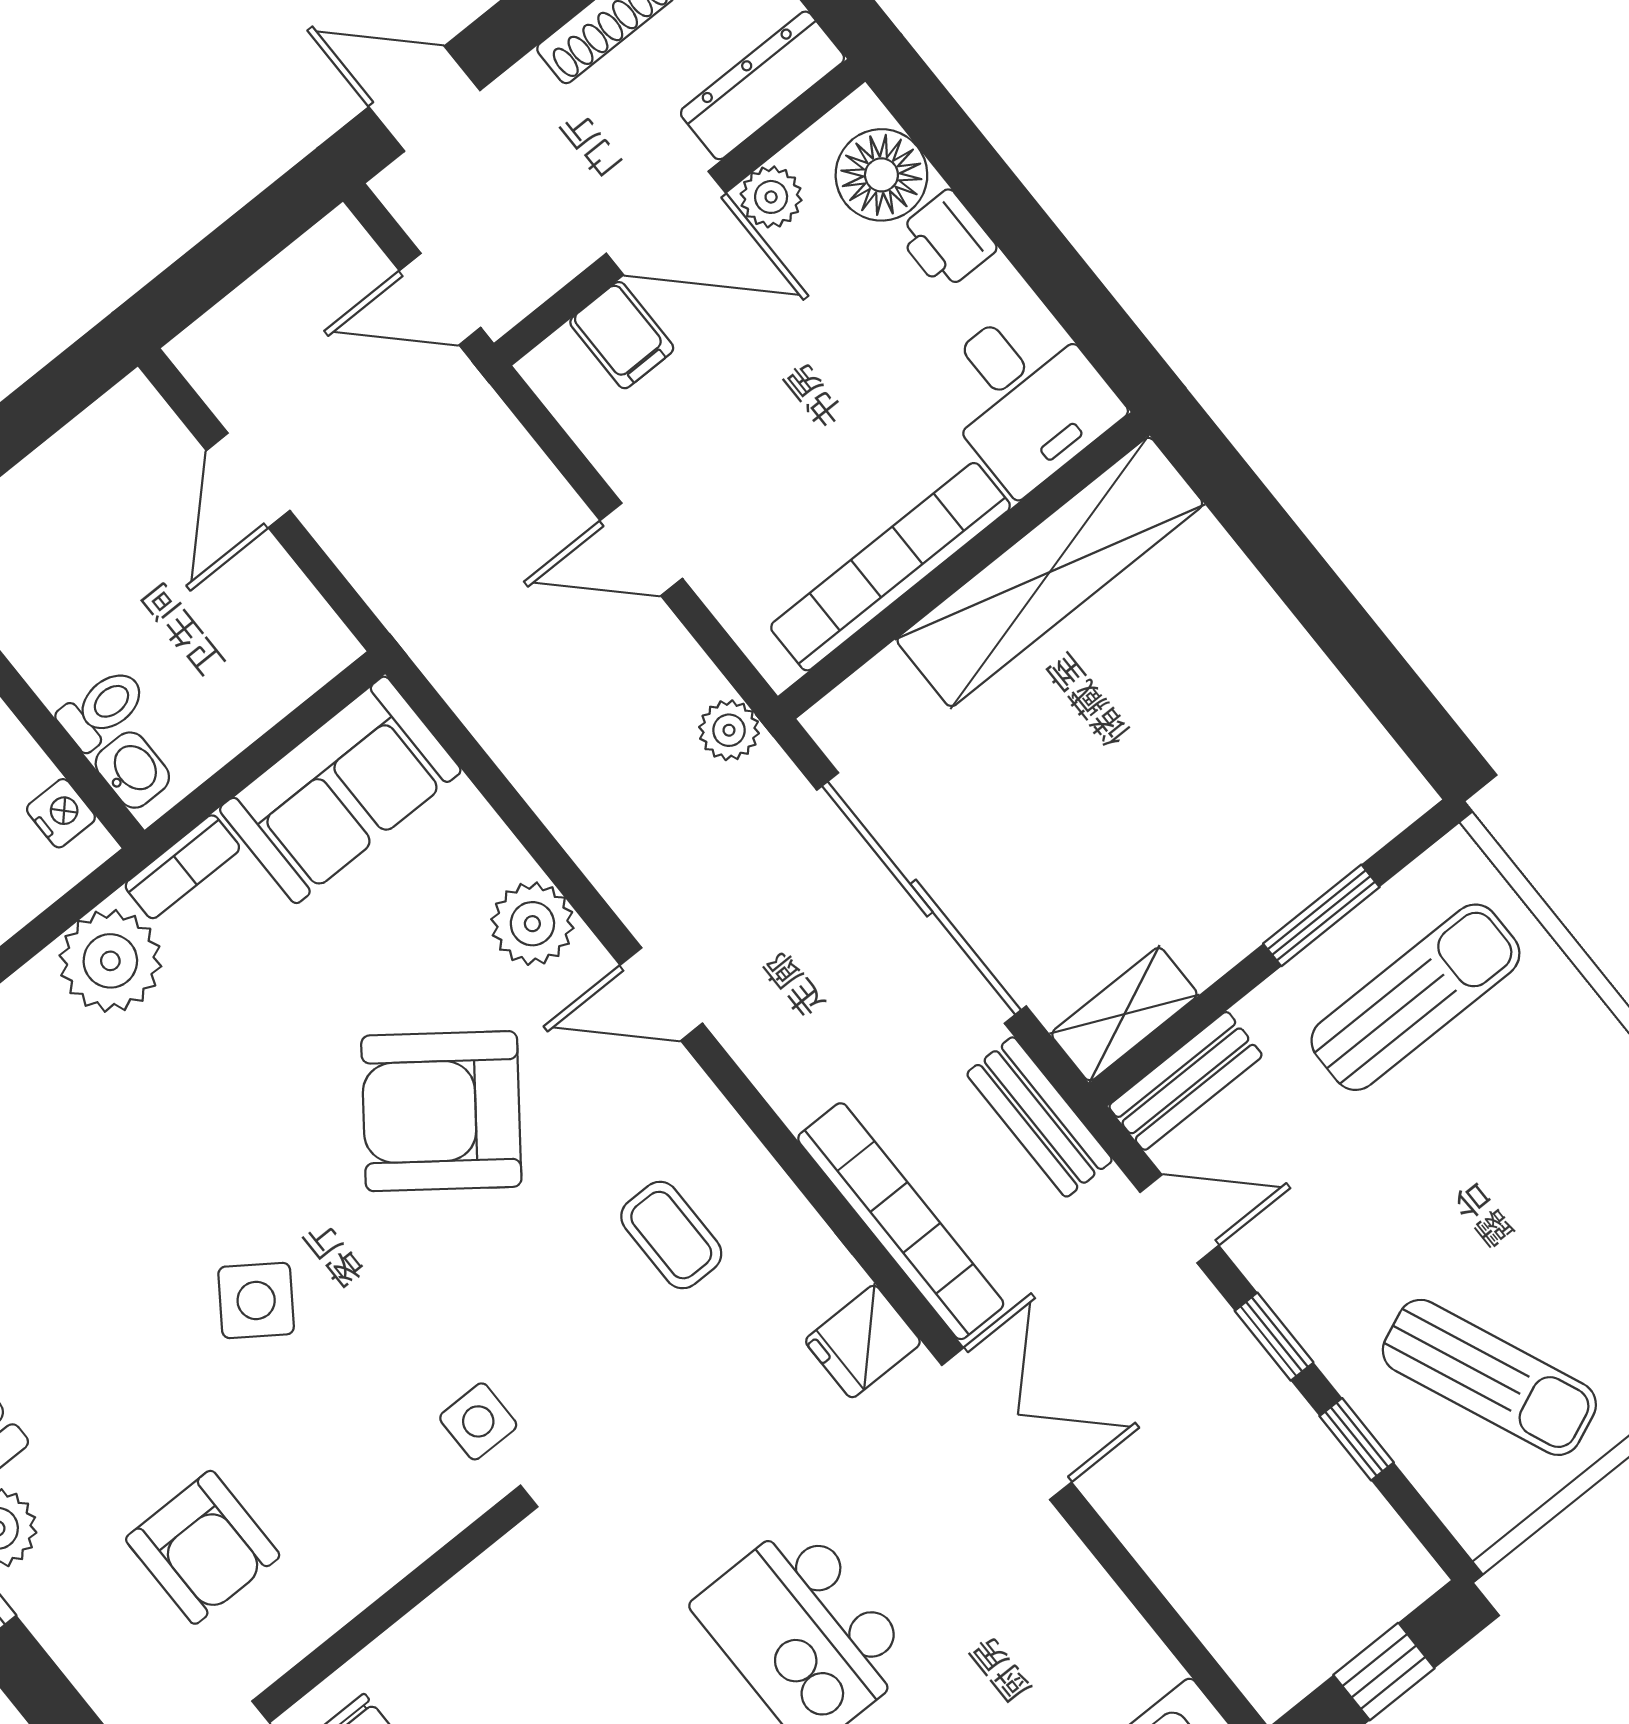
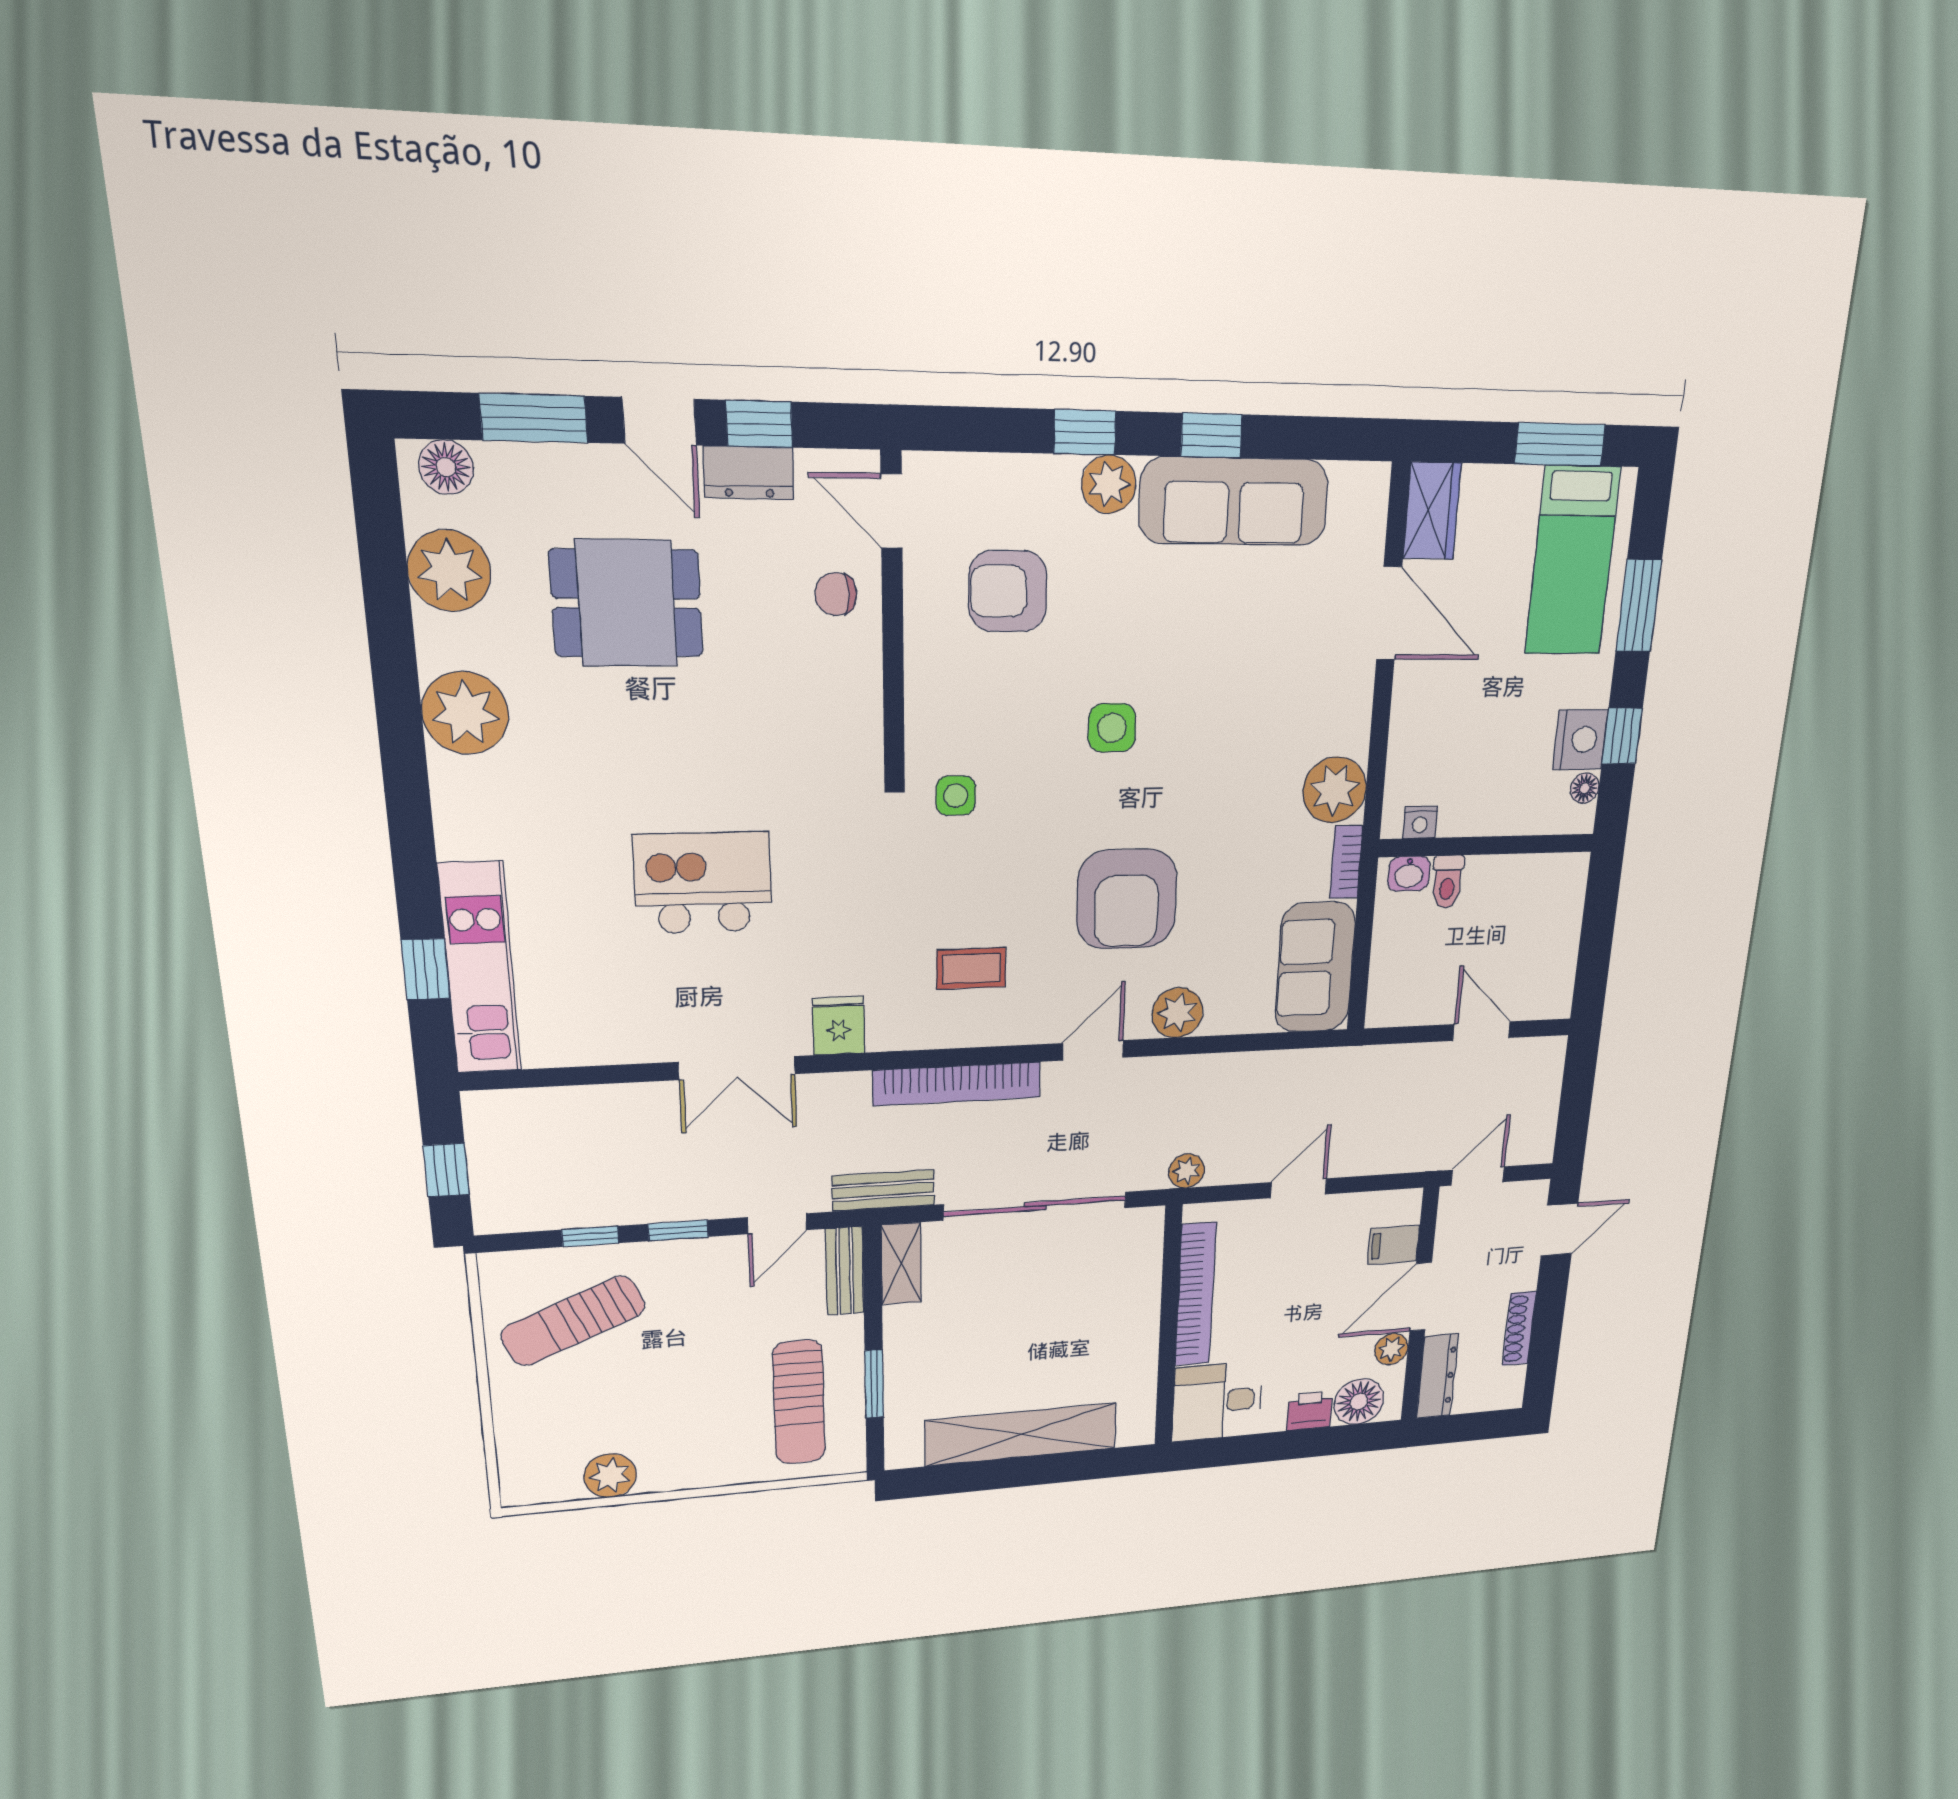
shelving: (1050, 572) -> (1021, 1434), moved, turned 90
armchair: (441, 1111) -> (1127, 899), turned 143
bookcase: (901, 1221) -> (957, 1084), moved
side table: (256, 1300) -> (1112, 728), turned -35

